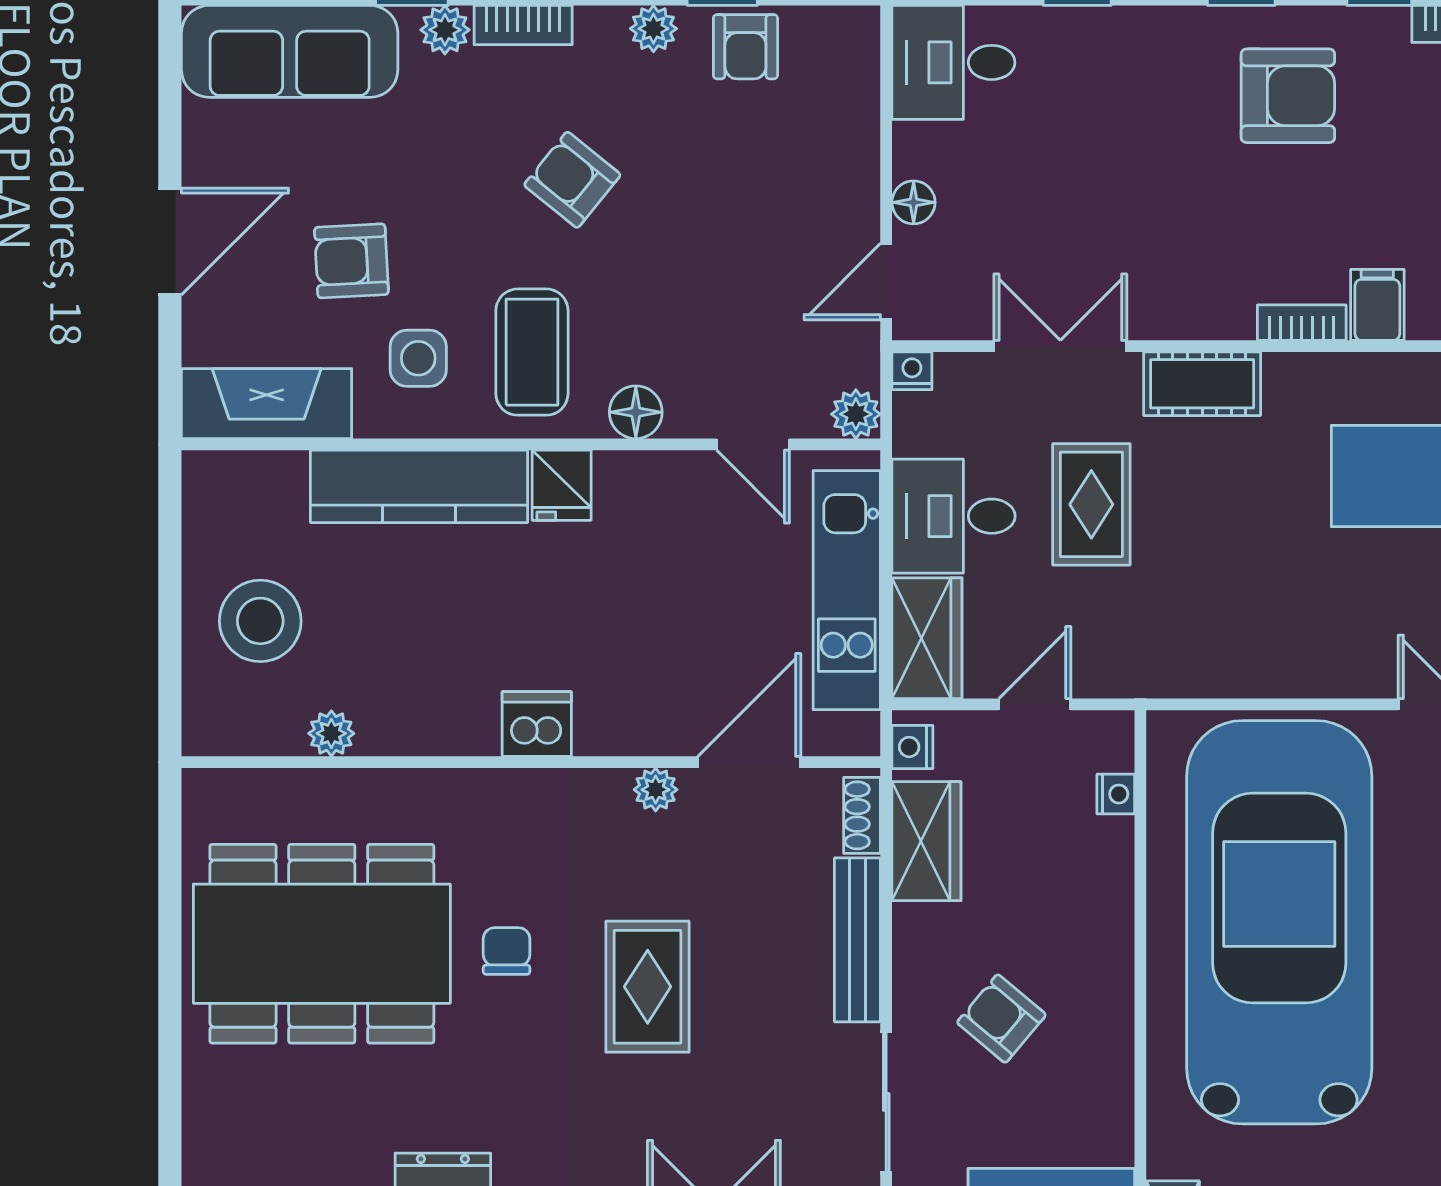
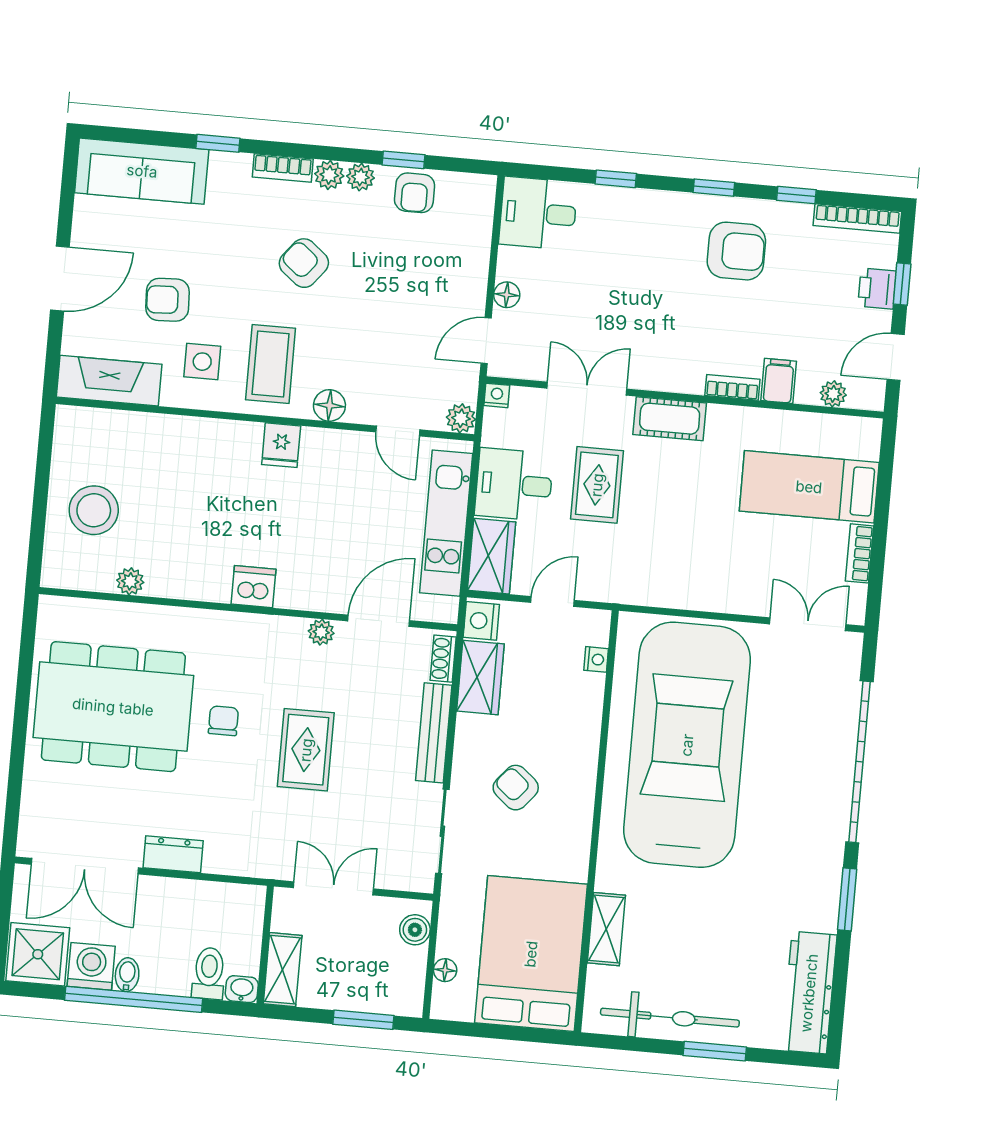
plant: (445, 30) -> (329, 175), moved
kitchen counter: (419, 486) -> (196, 438), removed
nightstand: (912, 747) -> (481, 621), width x1.39, depth x1.35

